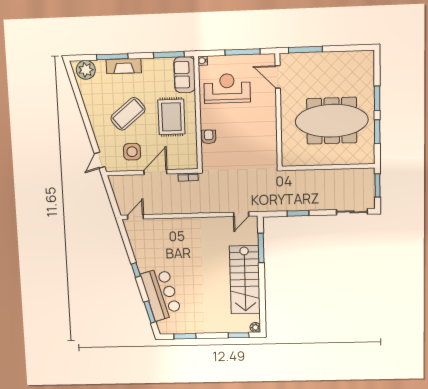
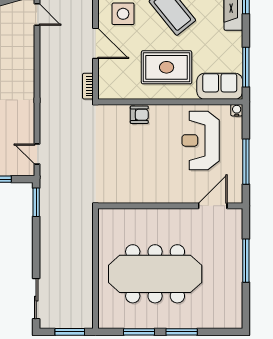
window: (305, 50) -> (246, 261), moved
reception desk: (227, 88) -> (201, 140), turned 180
meeting table: (332, 121) -> (155, 274), turned 90
window: (298, 213) -> (36, 202), moved

